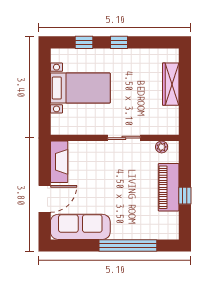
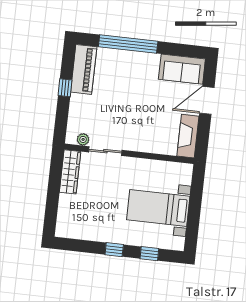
wardrobe: (171, 84) -> (70, 172), moved
sliding door: (124, 138) -> (105, 151), moved
piano: (169, 187) -> (84, 69), moved
sofa: (80, 227) -> (182, 69), width x0.73

